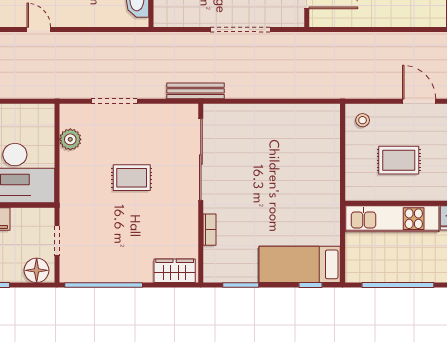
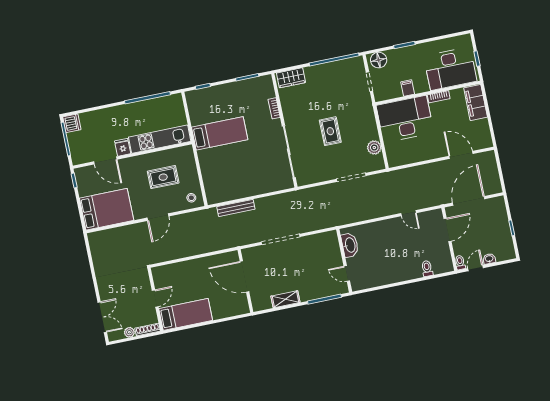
bench: (196, 91) -> (236, 208), moved
door: (419, 101) -> (158, 217), hinge flipped
rug: (132, 178) -> (330, 131), turned 90
bed: (300, 264) -> (220, 133), moved

